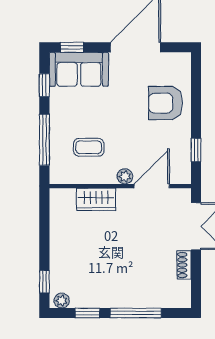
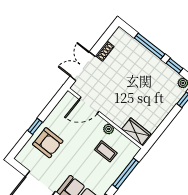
window: (196, 150) -> (35, 126), moved
plant: (125, 176) -> (109, 129), moved
wardrobe: (96, 199) -> (136, 132), moved

